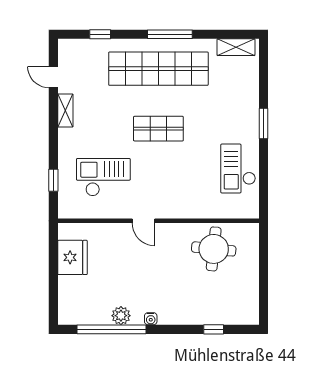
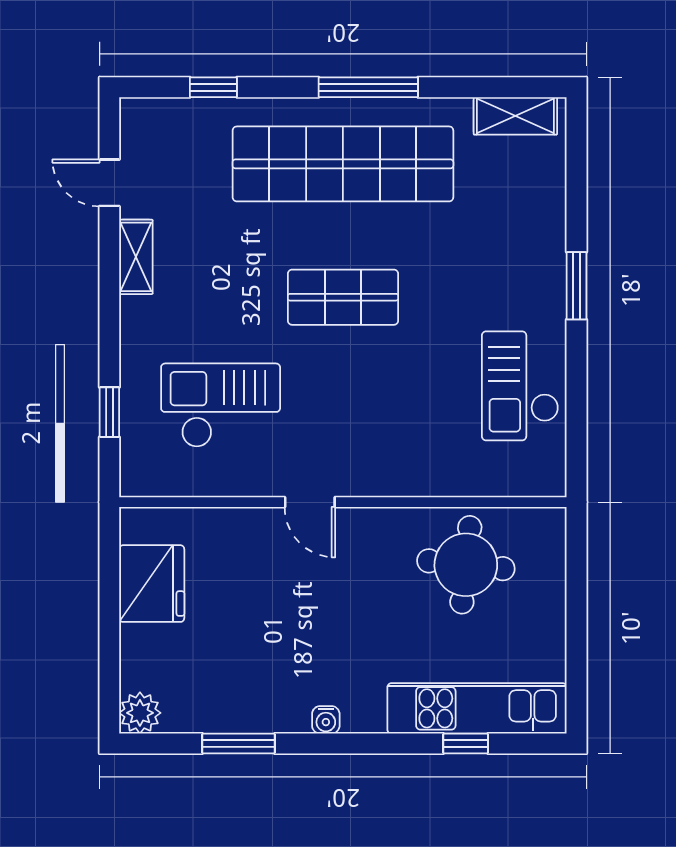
kitchen unit: (219, 314) -> (477, 708), added
plant: (121, 316) -> (140, 713), moved
window: (111, 329) -> (238, 744), width x0.47

